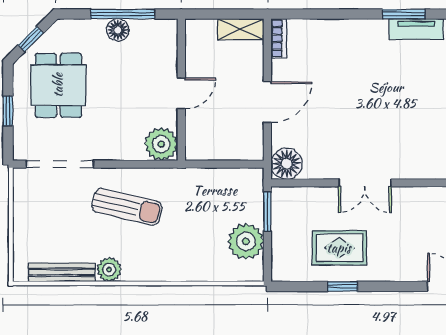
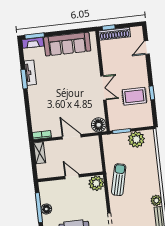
sun lounger: (127, 207) -> (119, 180), moved
rug: (339, 248) -> (134, 96), turned 90

